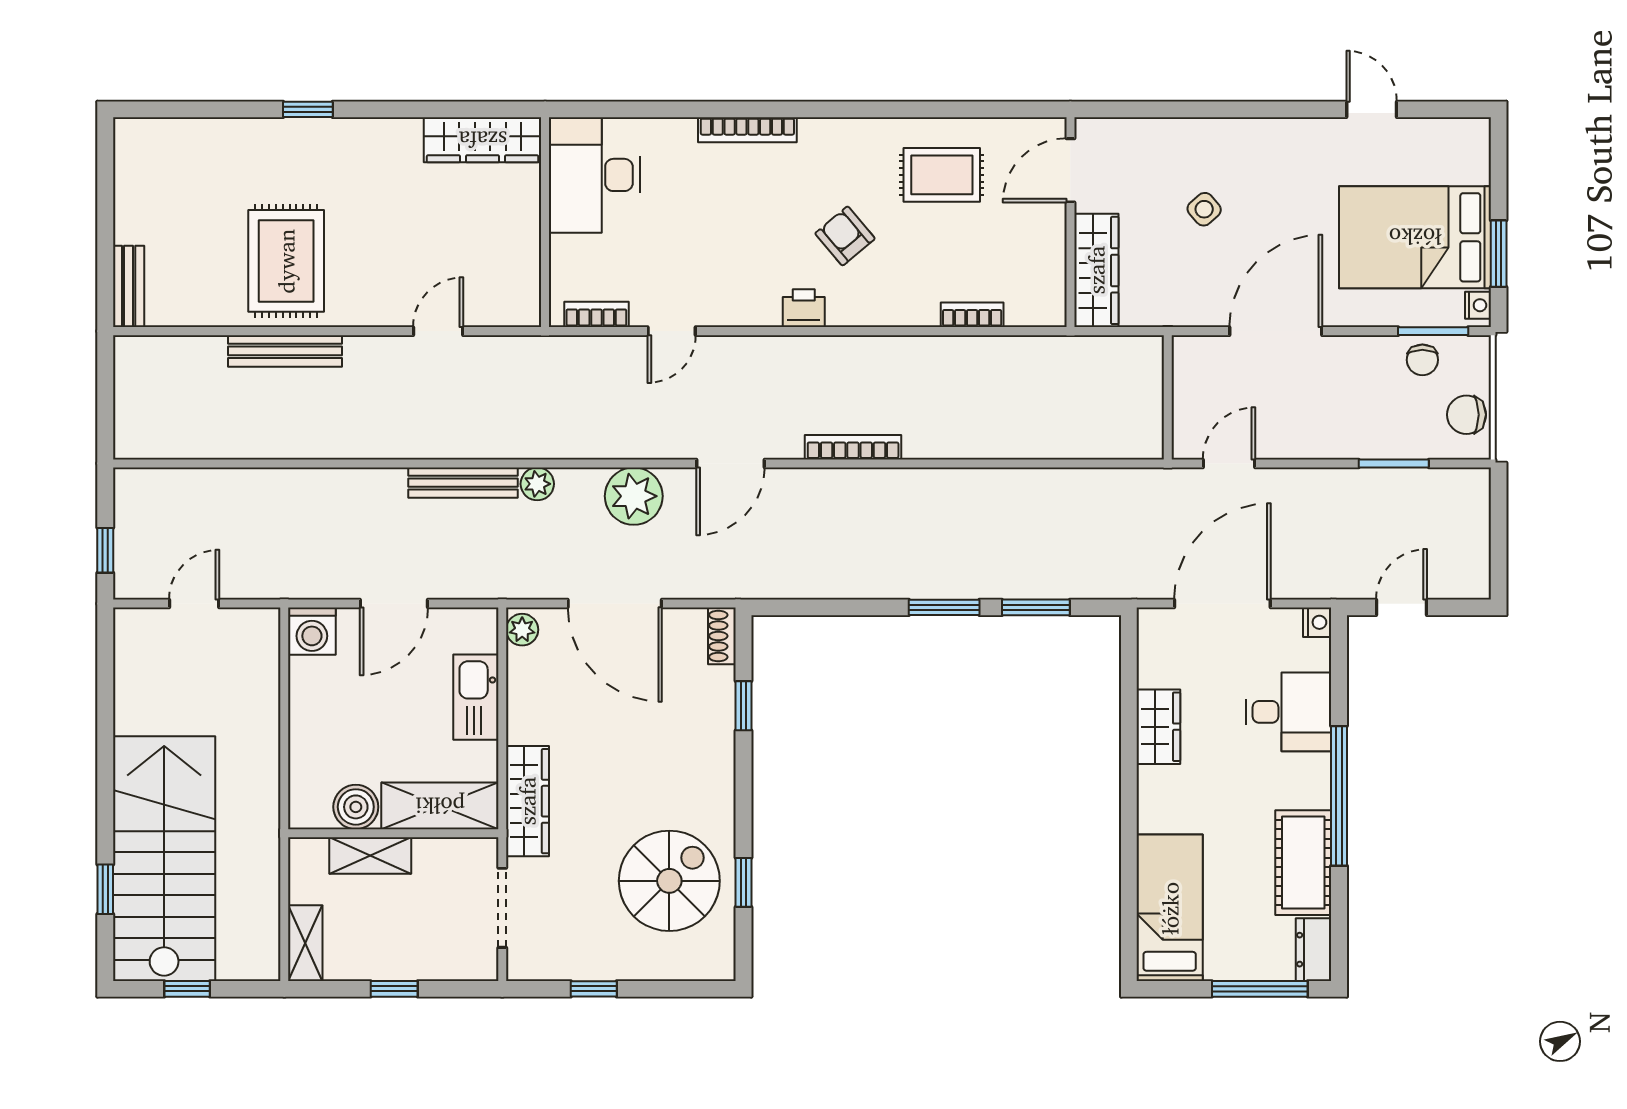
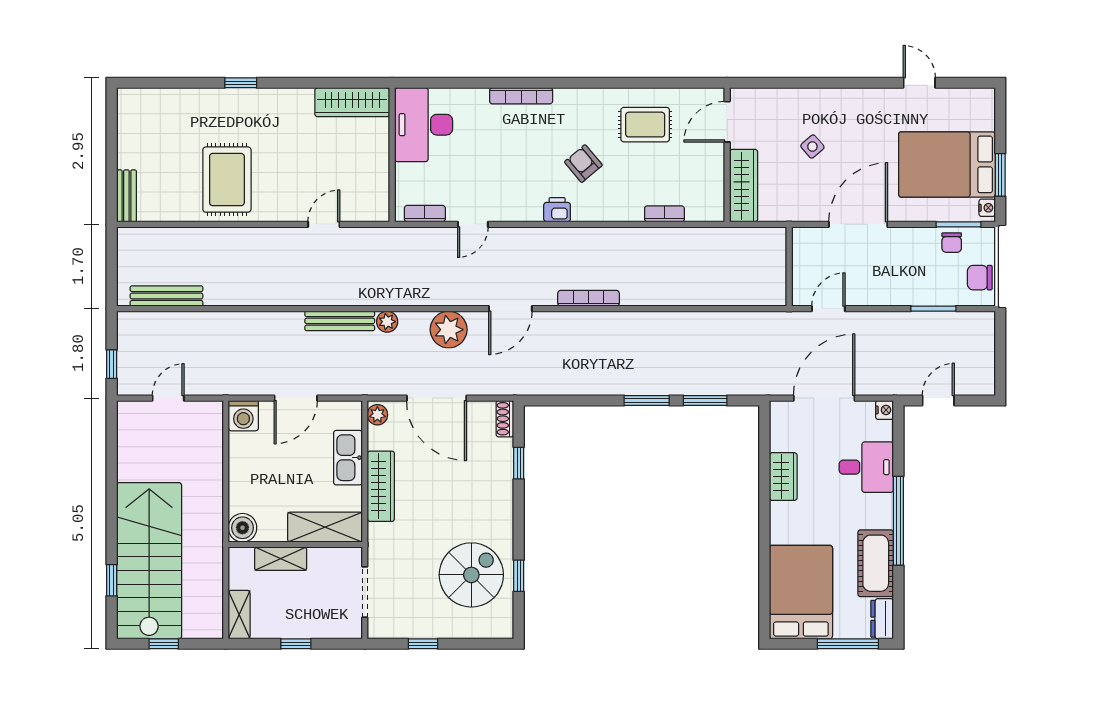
bench: (285, 351) -> (166, 296), moved
wardrobe: (527, 801) -> (381, 486), moved
boiler: (356, 807) -> (242, 528), moved
bed: (1170, 908) -> (801, 592), width x1.50

